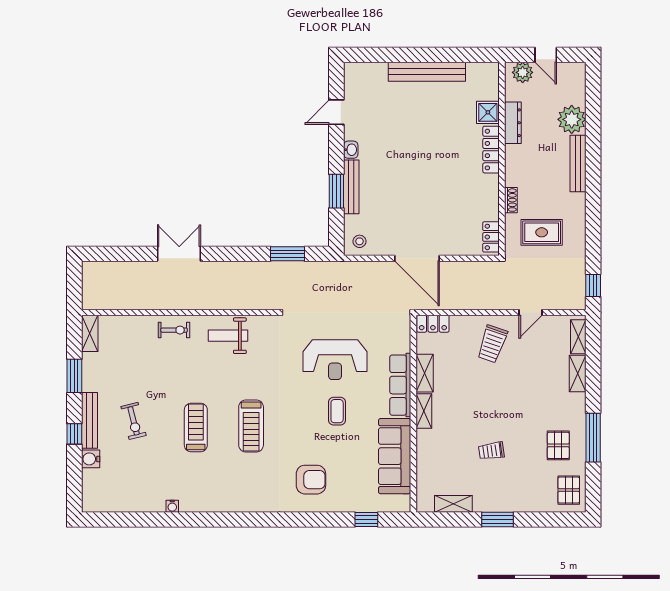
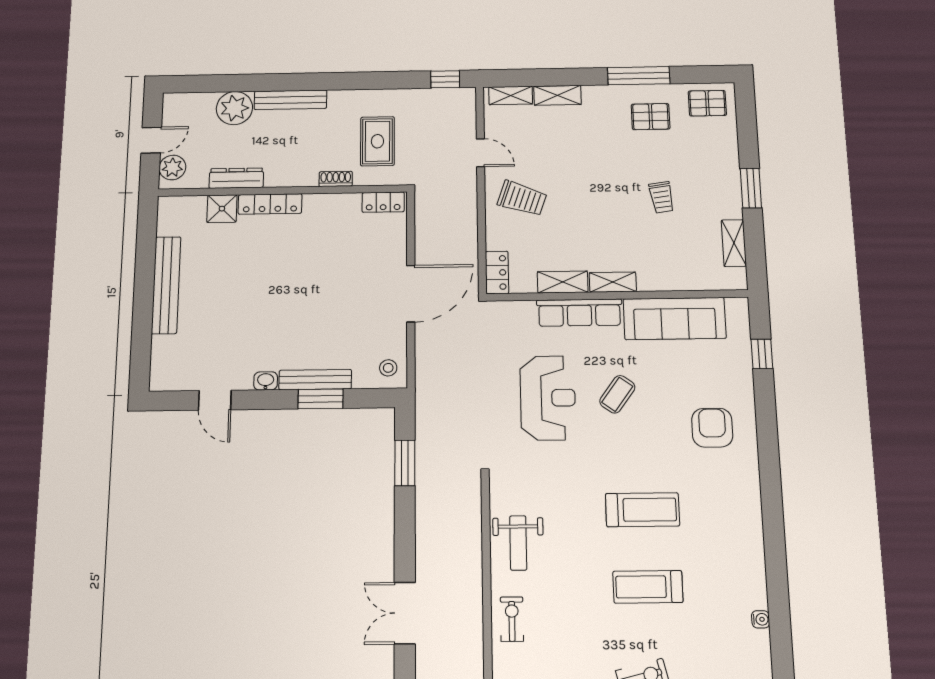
coffee table: (337, 411) -> (617, 394), turned -54

